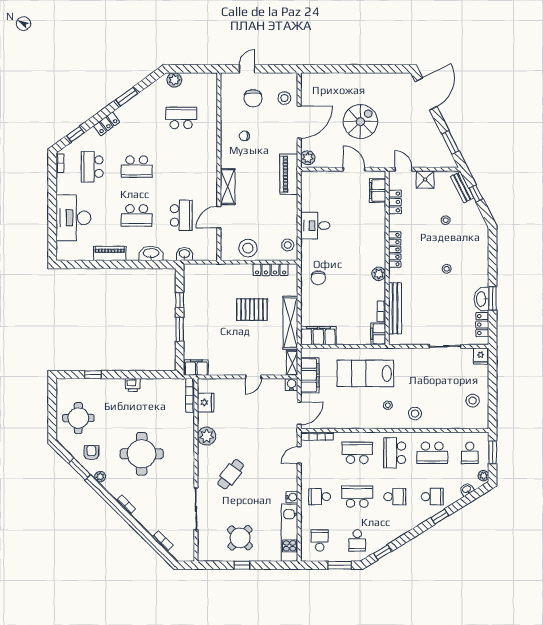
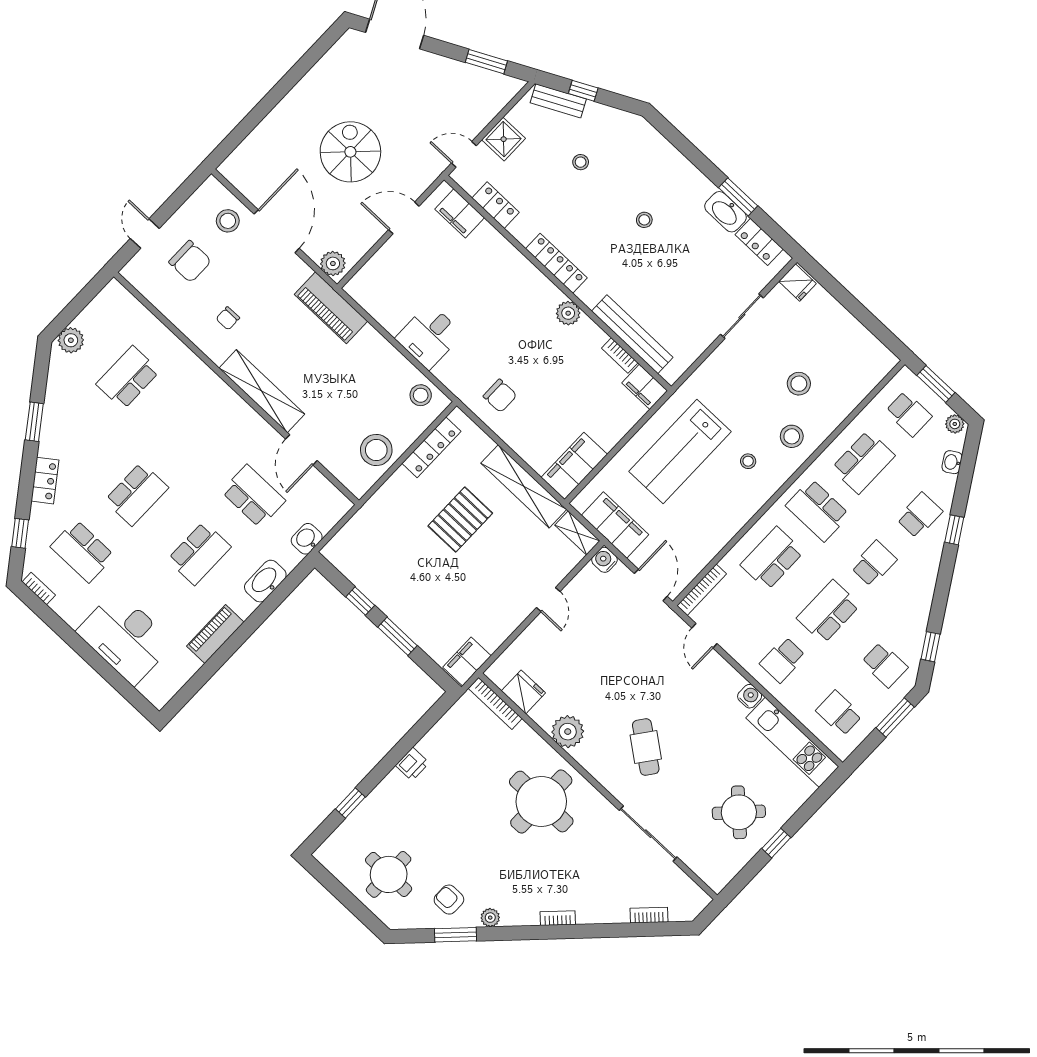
shelving: (228, 187) -> (262, 391), width x1.47
stool: (473, 401) -> (799, 384), moved
round table: (142, 454) -> (541, 802), moved

